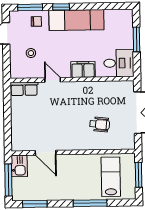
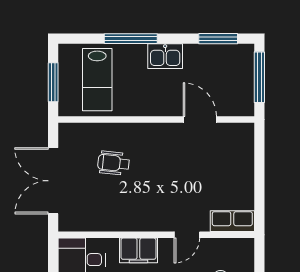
door: (53, 80) -> (187, 235), hinge flipped
kitchen sink: (19, 166) -> (165, 56), moved, turned -90

